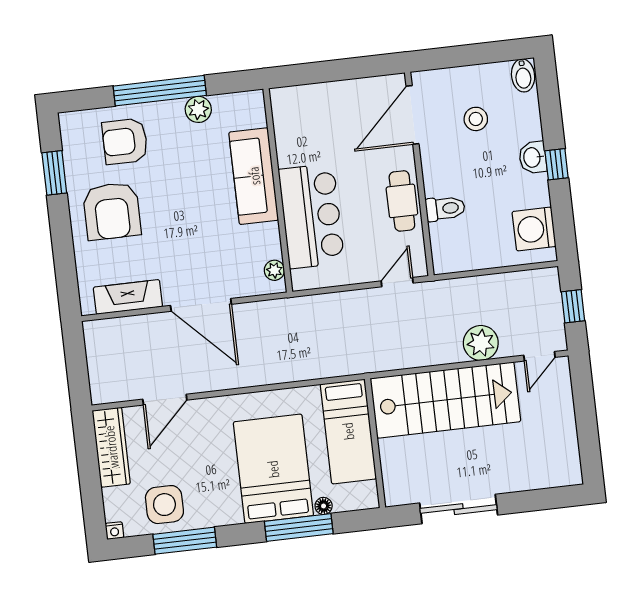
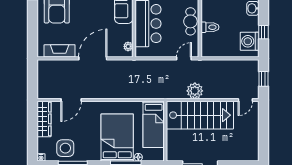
window: (557, 164) -> (263, 32), moved
door: (201, 305) -> (93, 58), swing flipped
plant: (481, 343) -> (195, 91), moved

